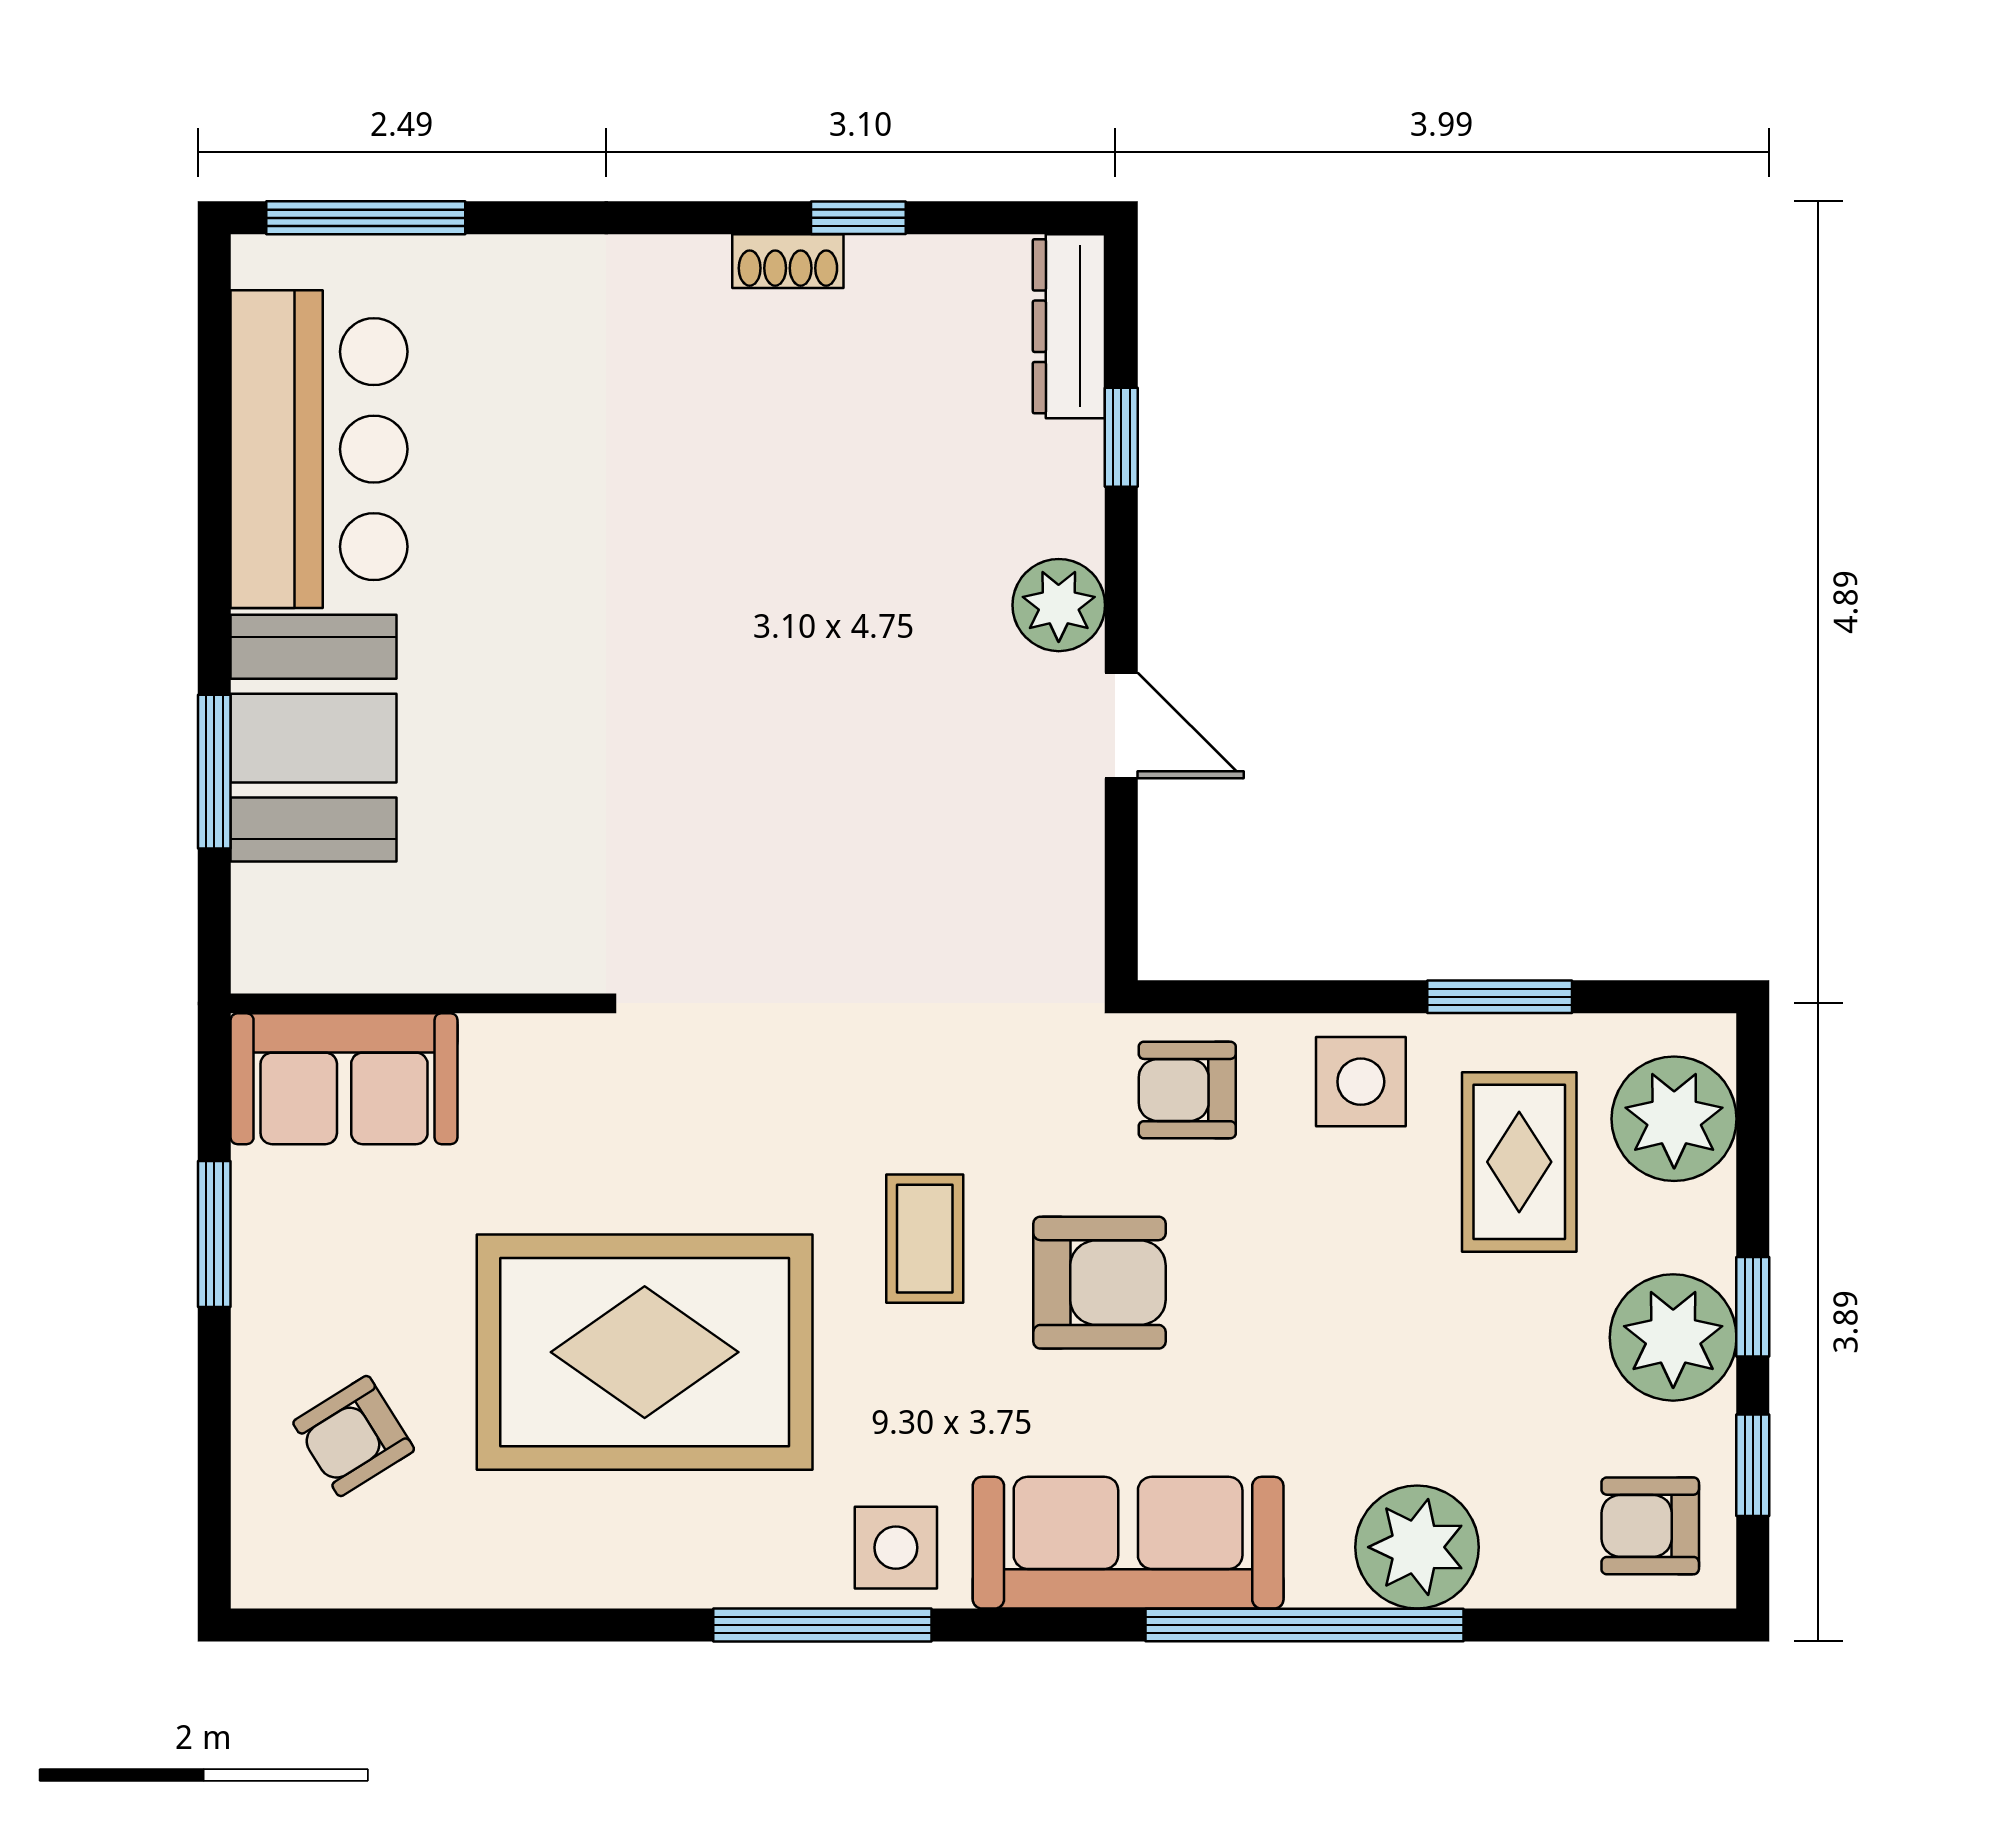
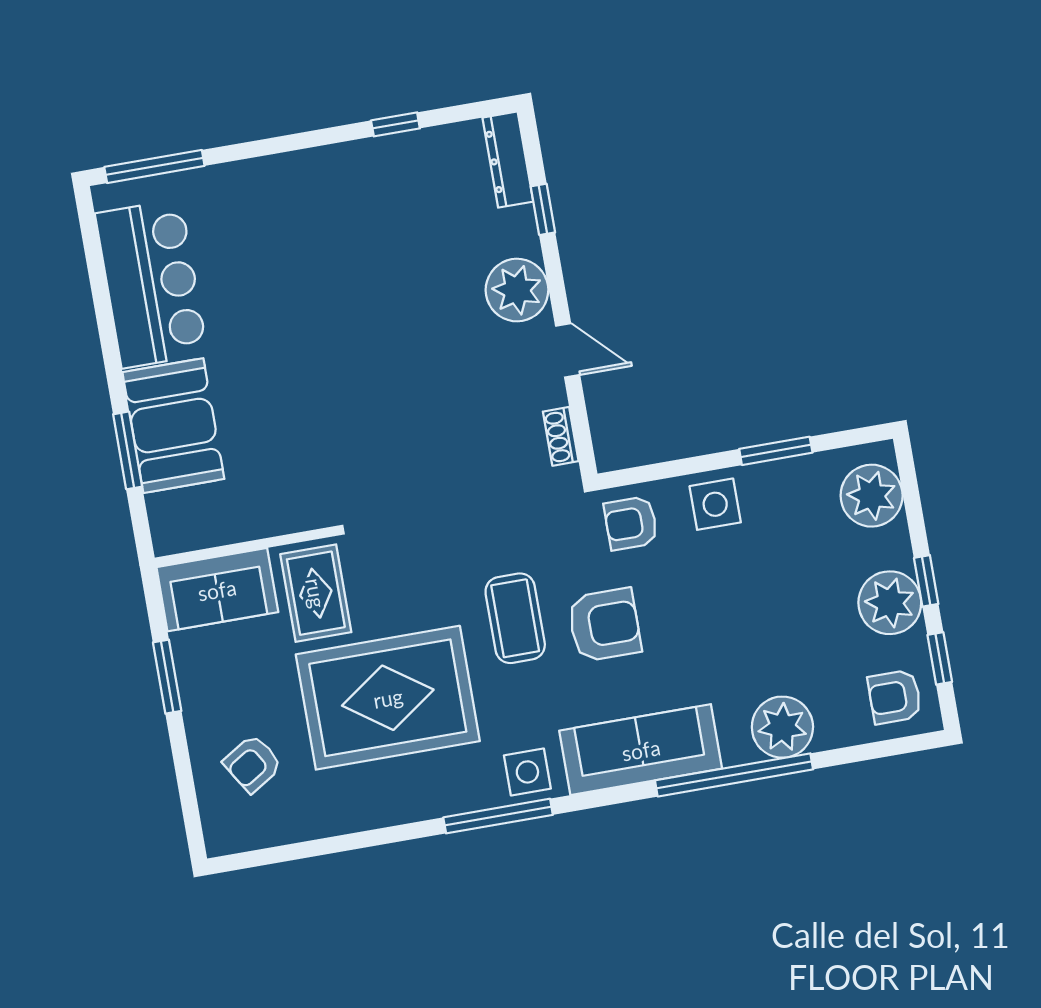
shoe rack: (788, 261) -> (561, 436), moved, turned 90
plant: (1059, 605) -> (517, 290), width x1.36, depth x1.36
rug: (1519, 1162) -> (316, 593), moved
coffee table: (925, 1239) -> (515, 618), width x1.36, depth x1.30

